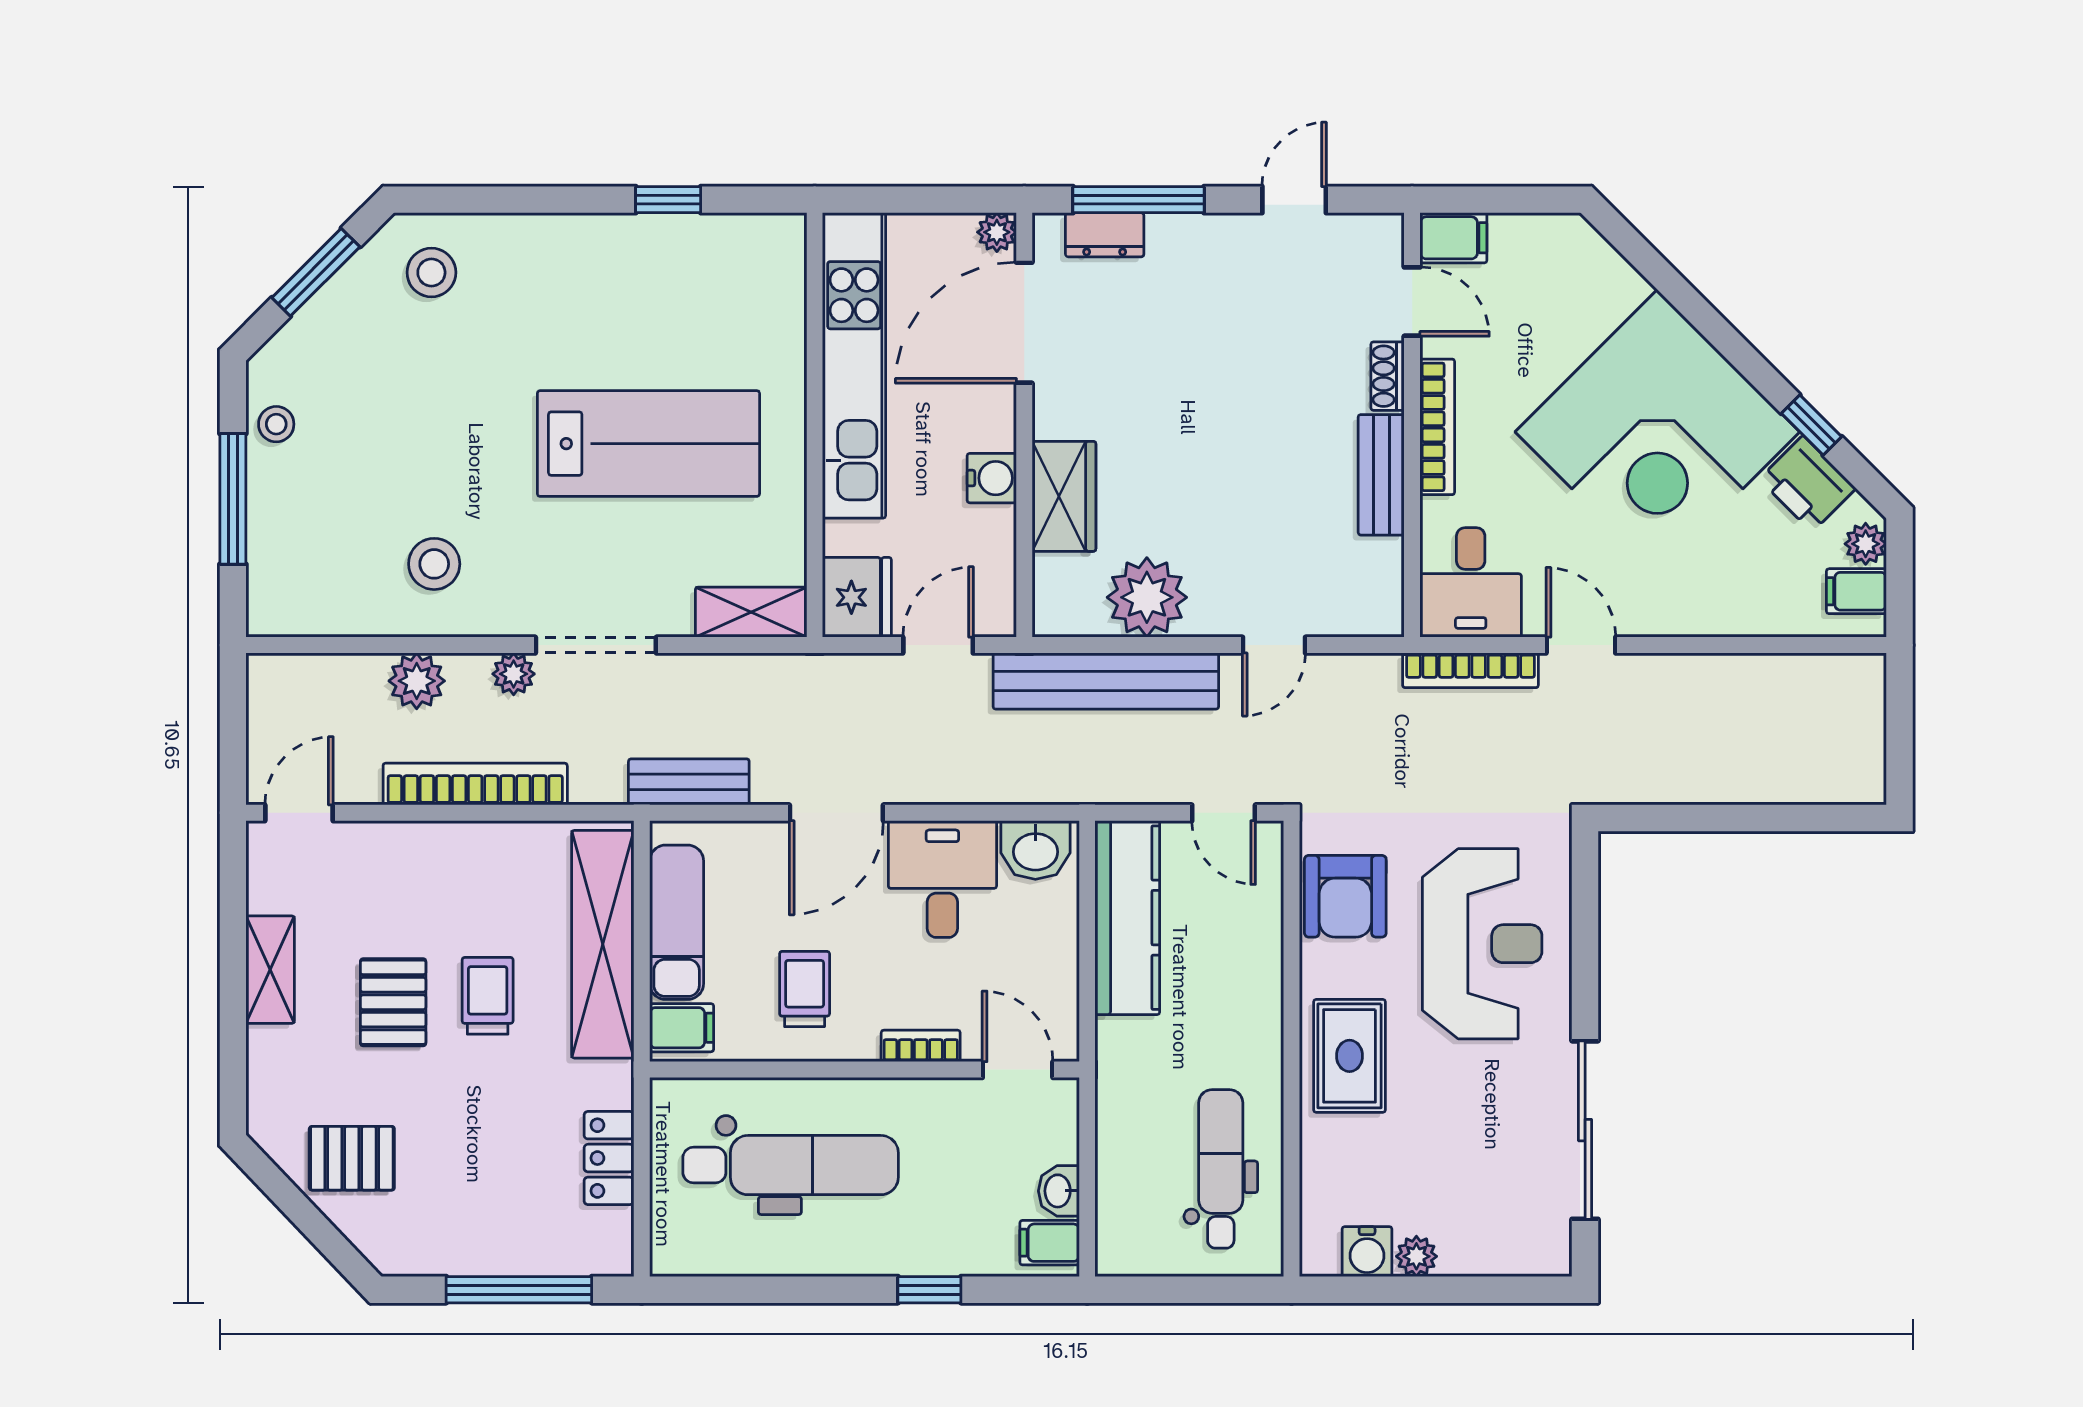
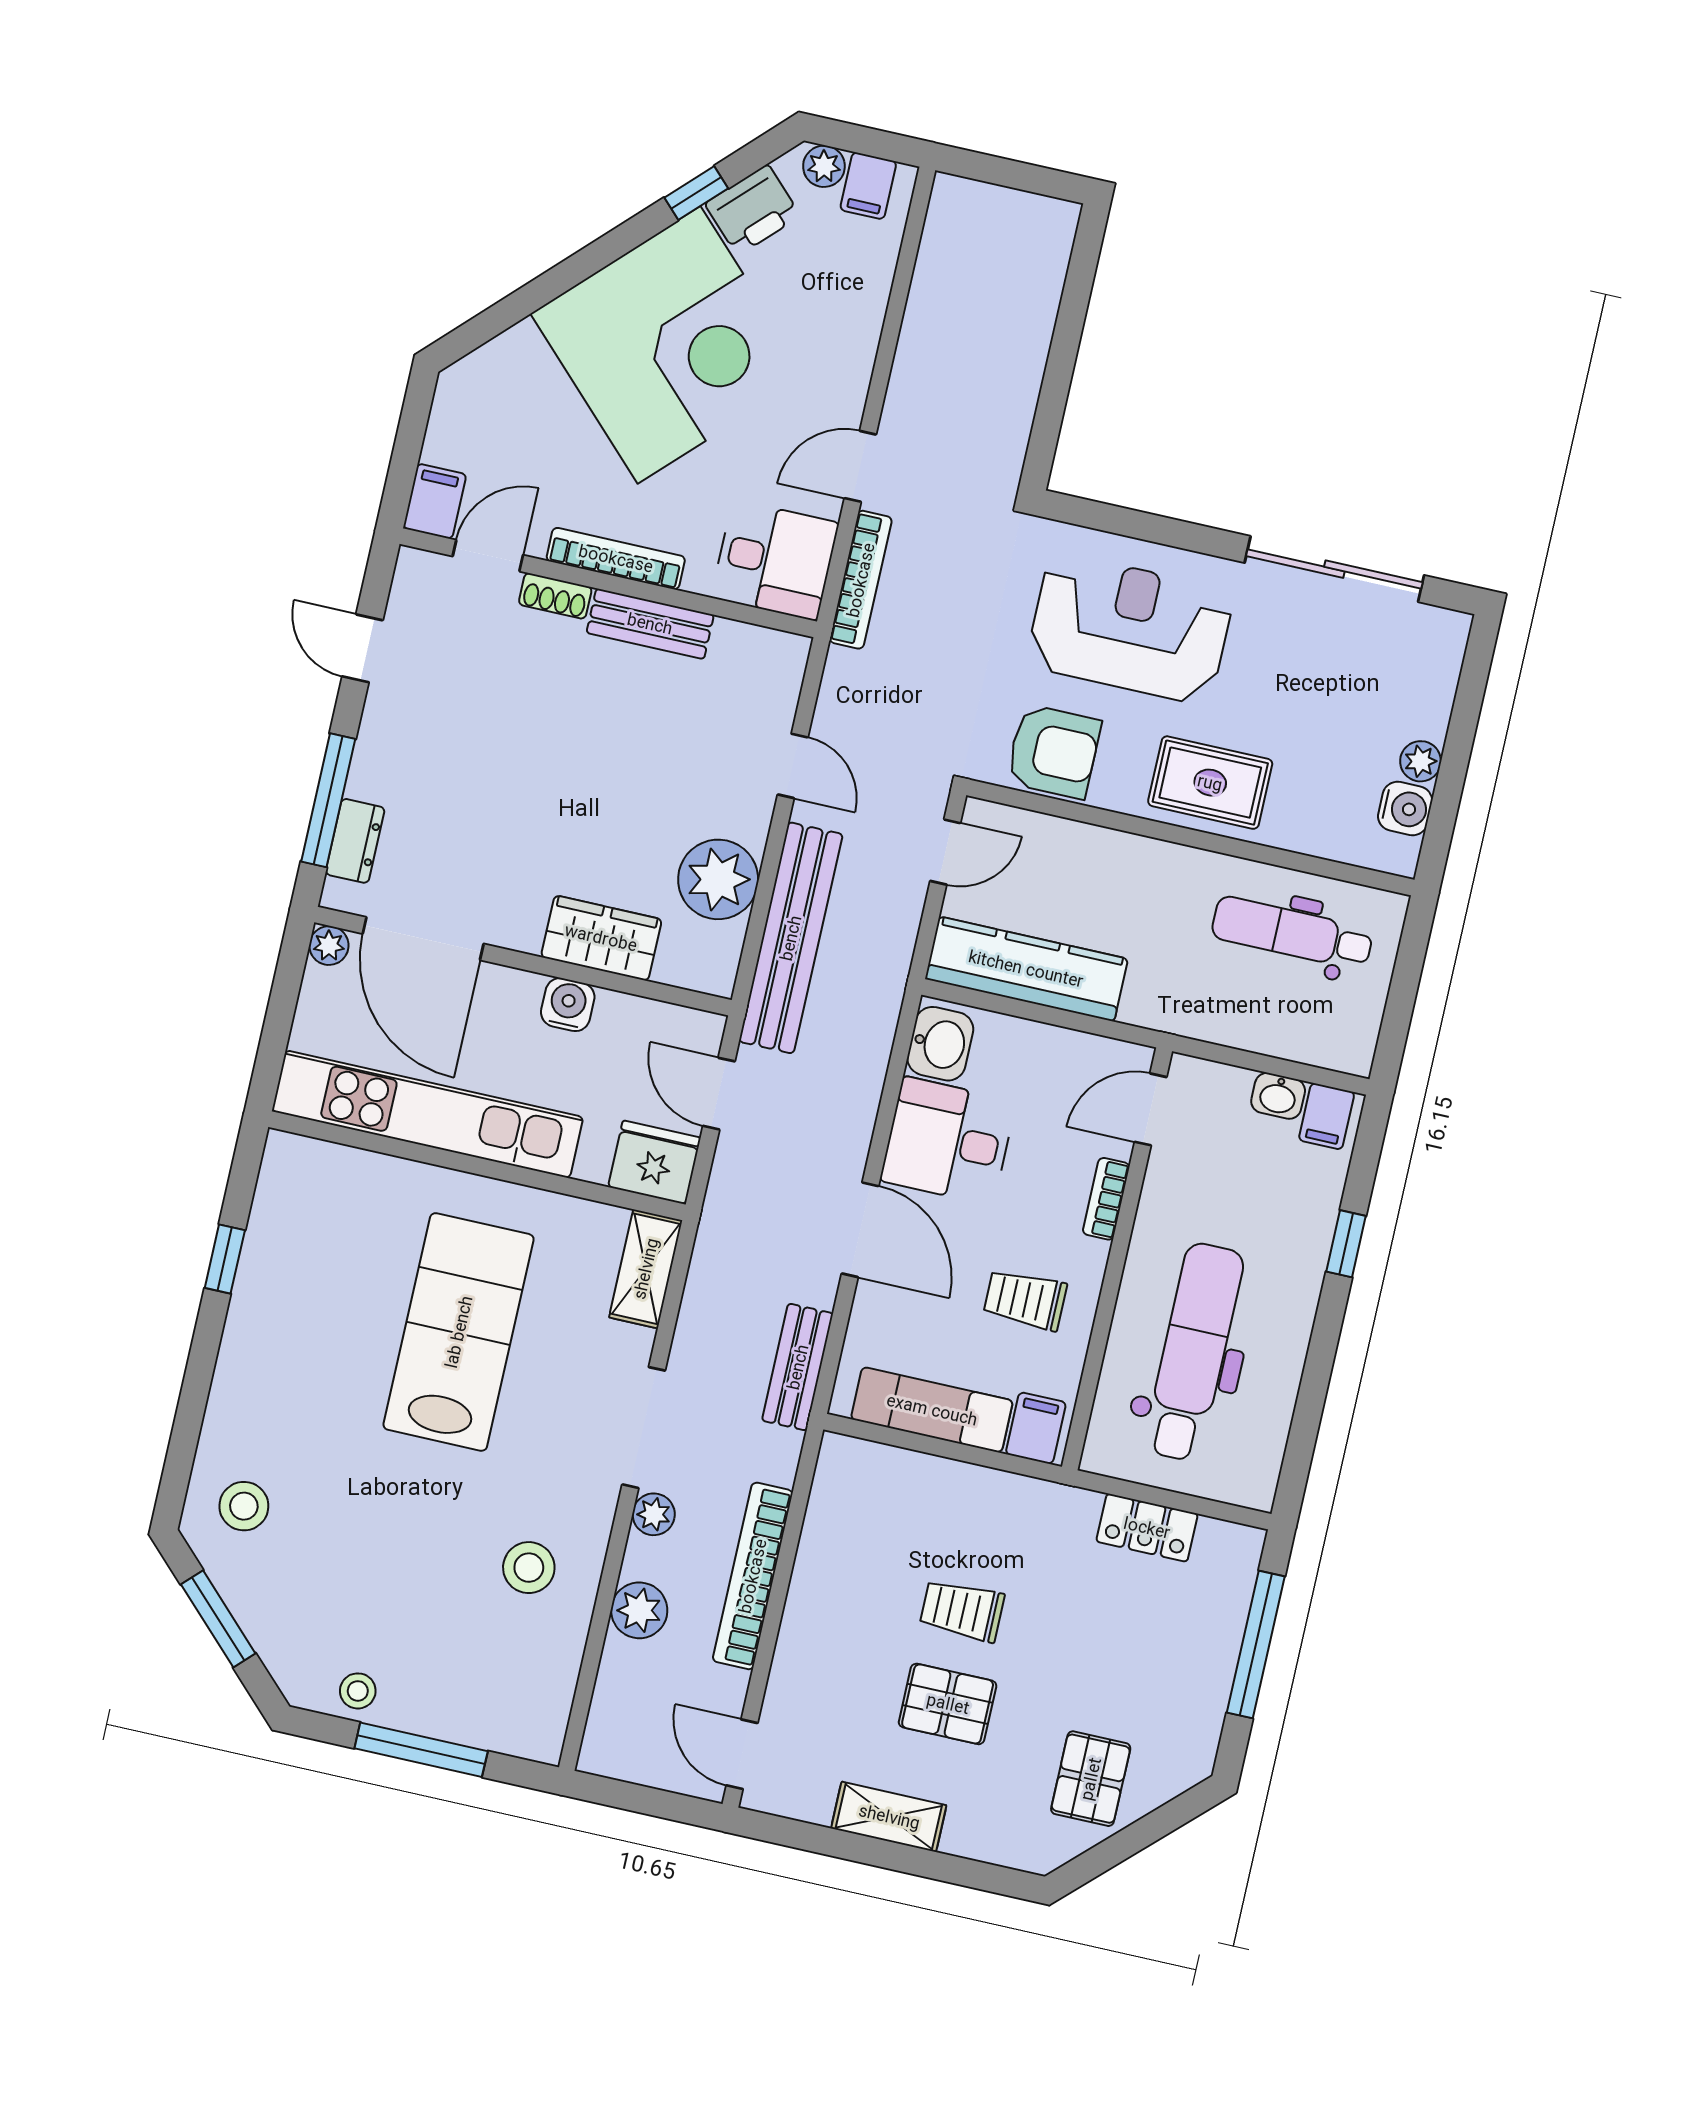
shelving: (603, 944) -> (937, 1487), removed

